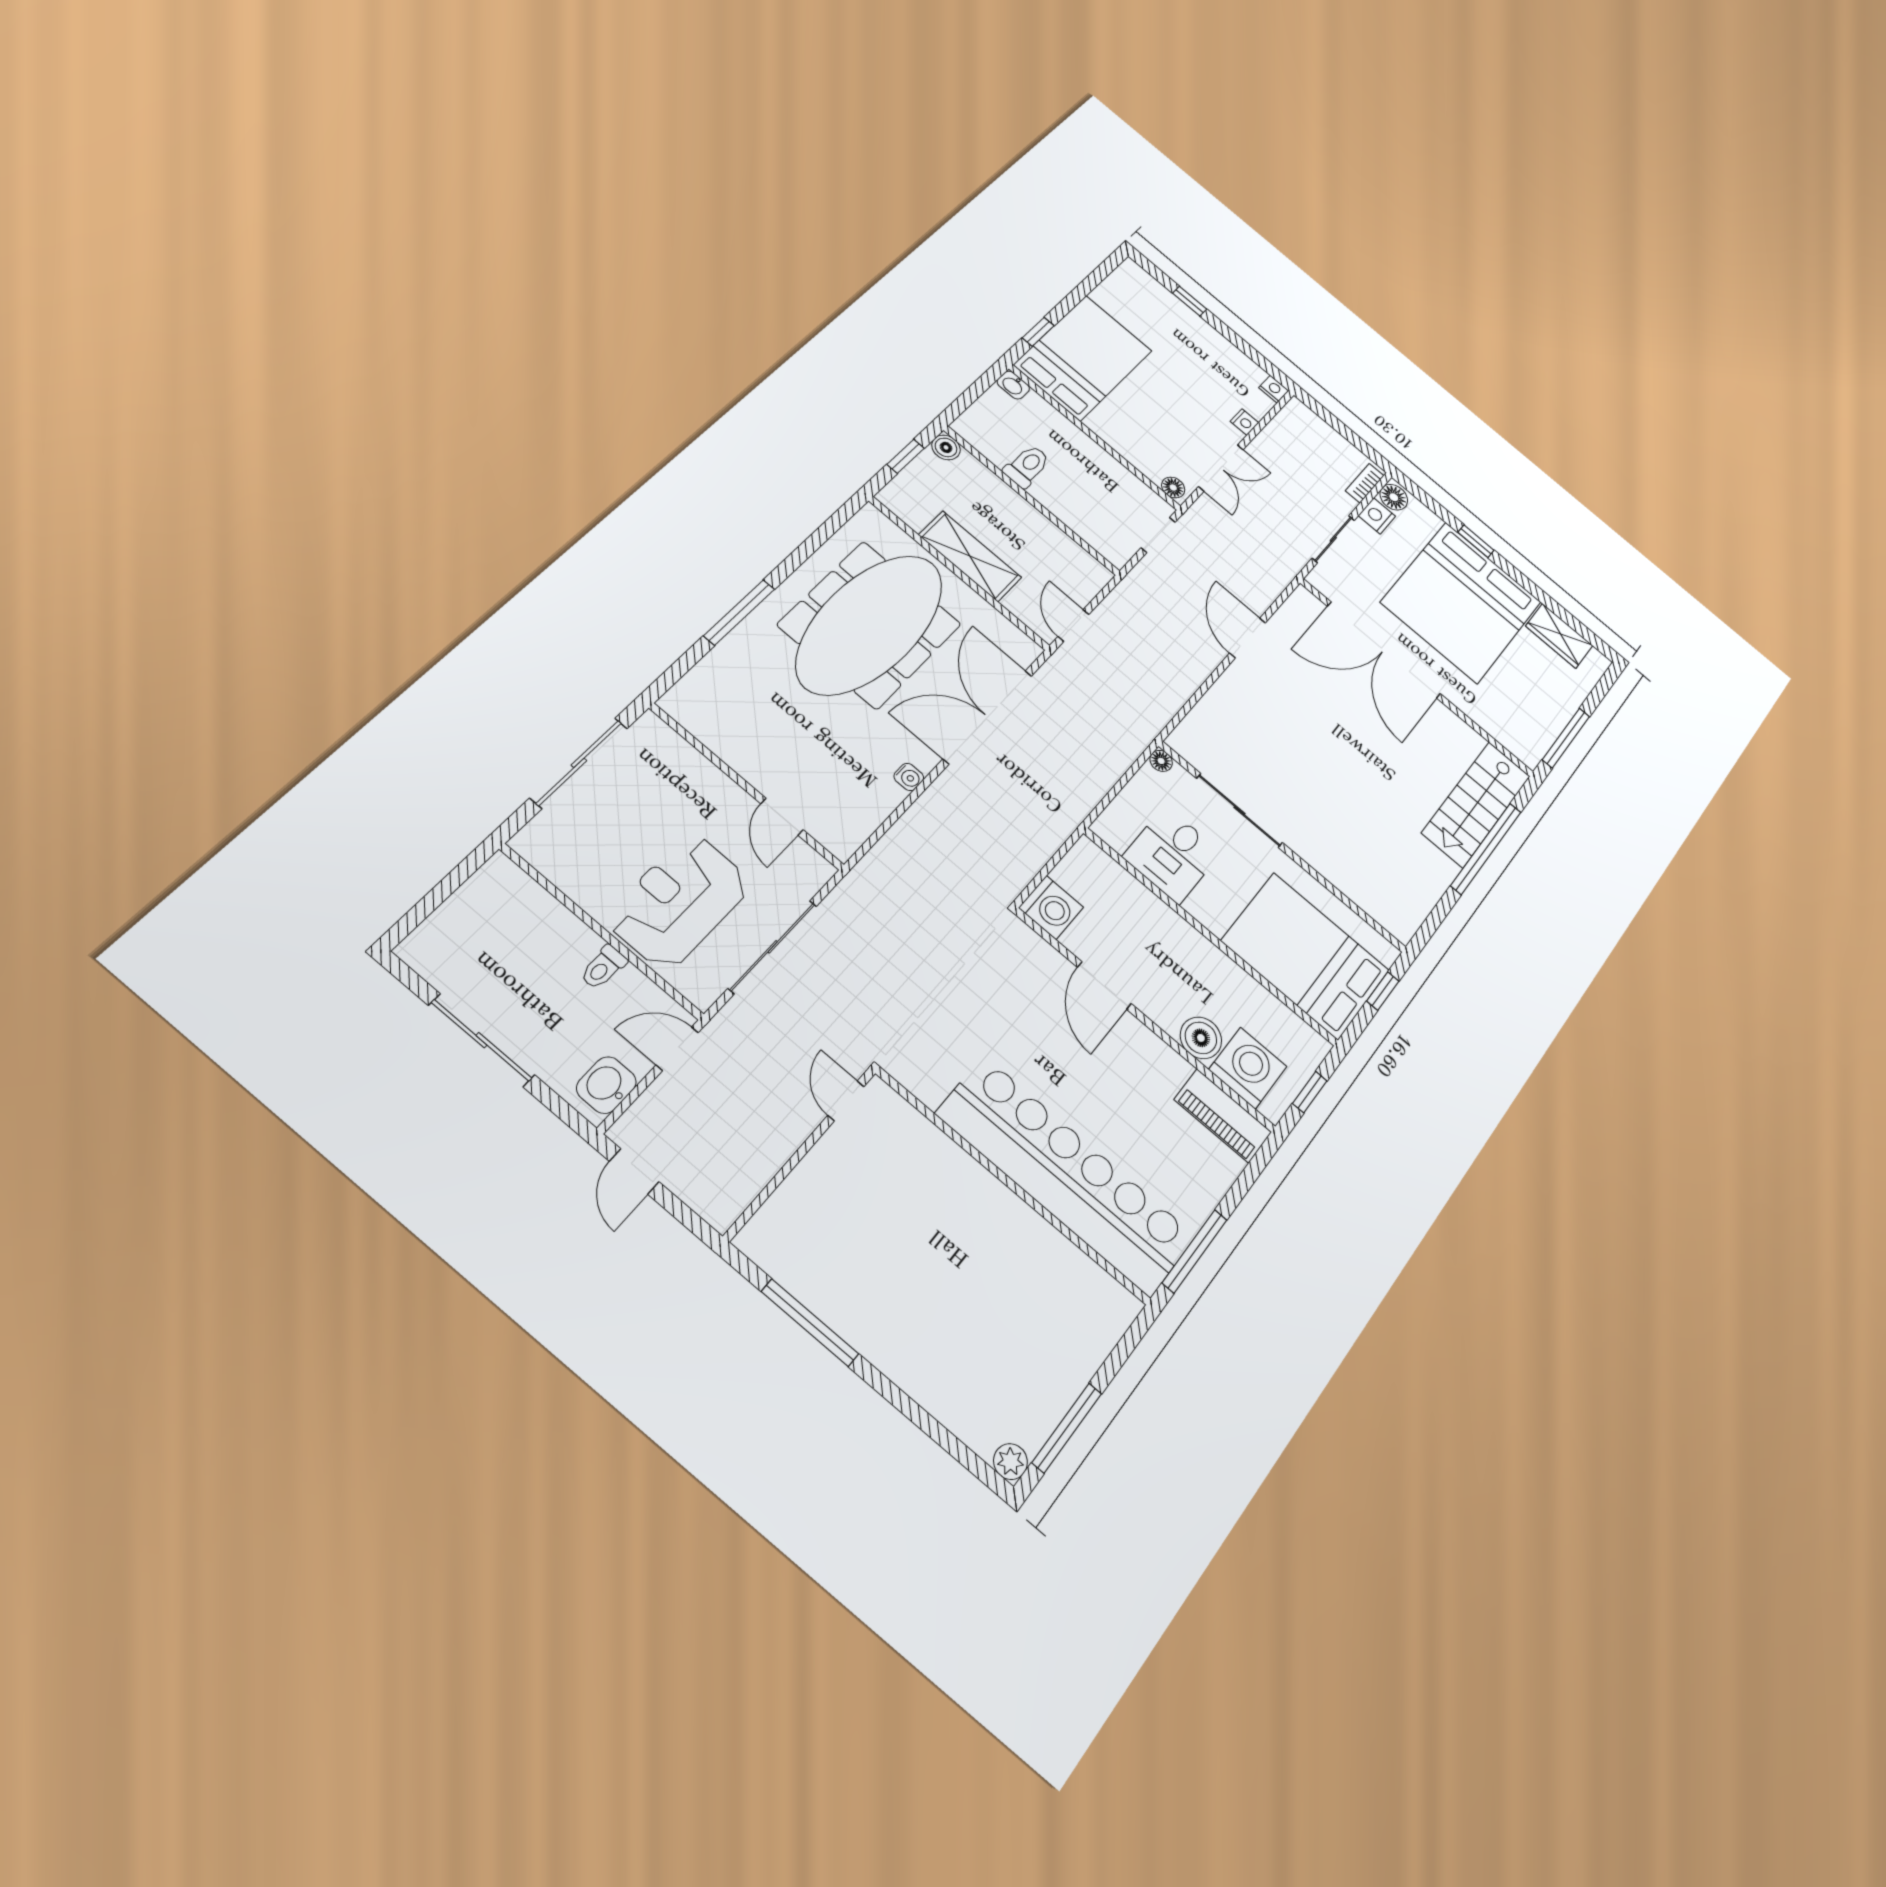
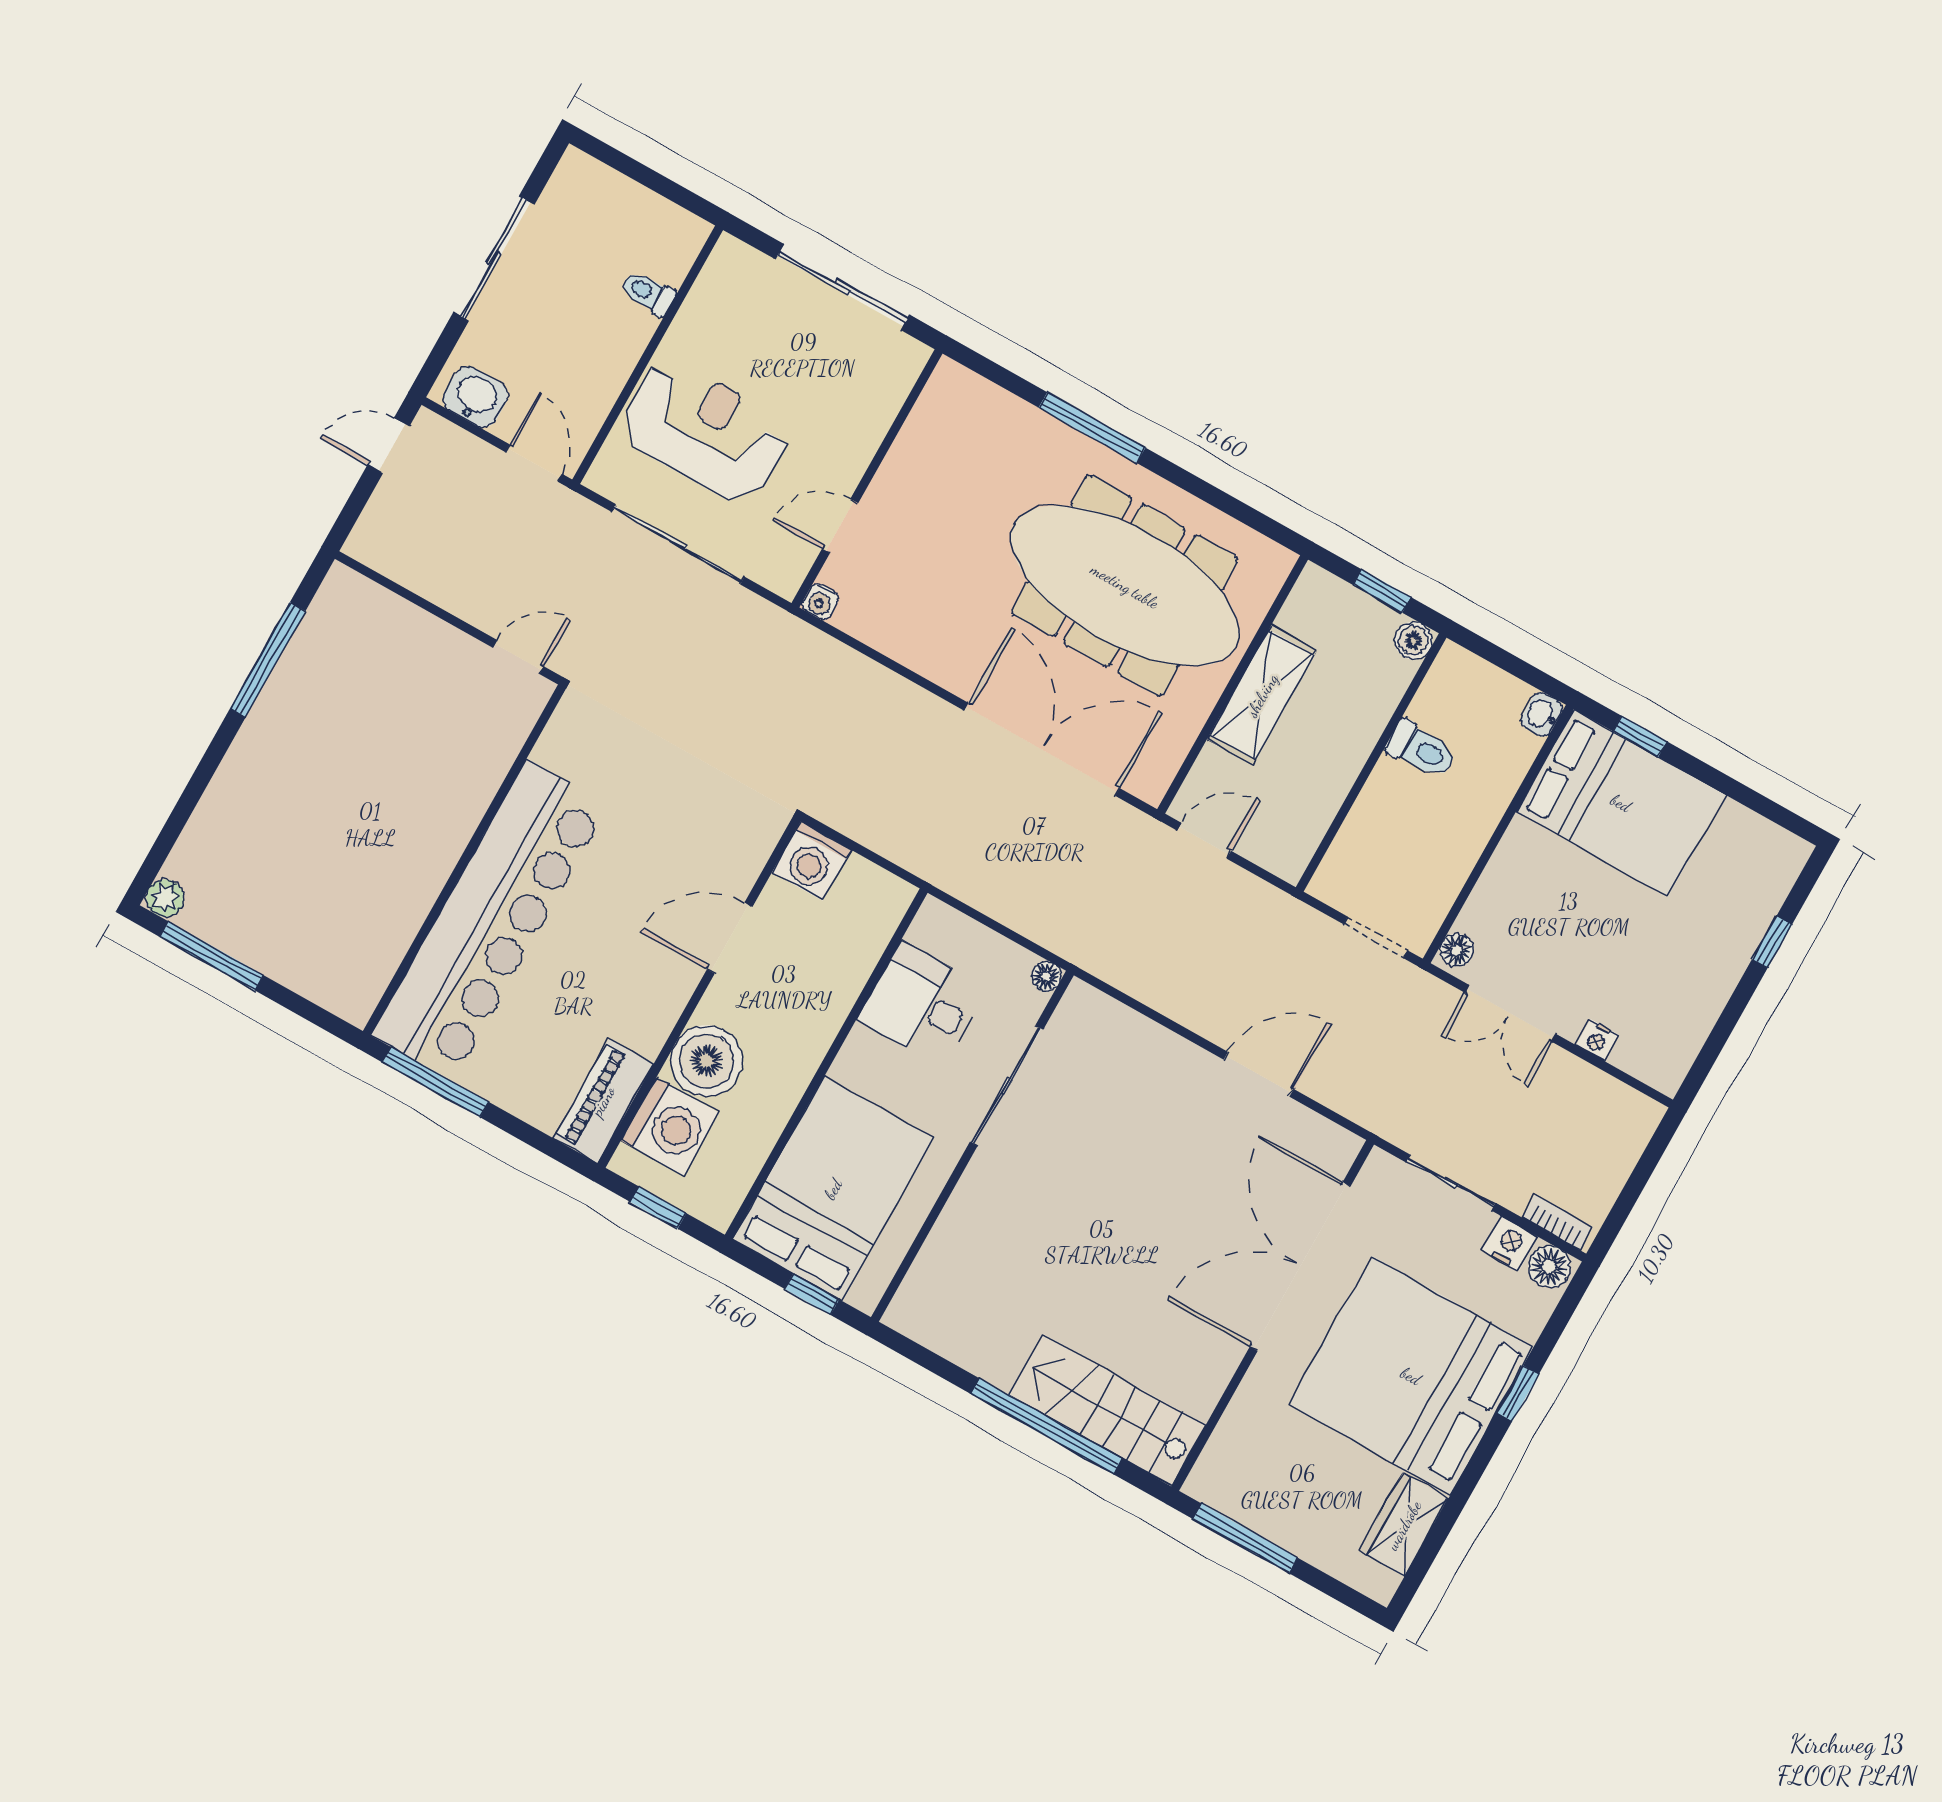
nightstand: (1274, 389) -> (1668, 1077), removed
water cooler: (909, 777) -> (820, 602), moved
toilet: (603, 967) -> (648, 293), moved
boiler: (1201, 1038) -> (706, 1061), width x1.37, depth x1.37

